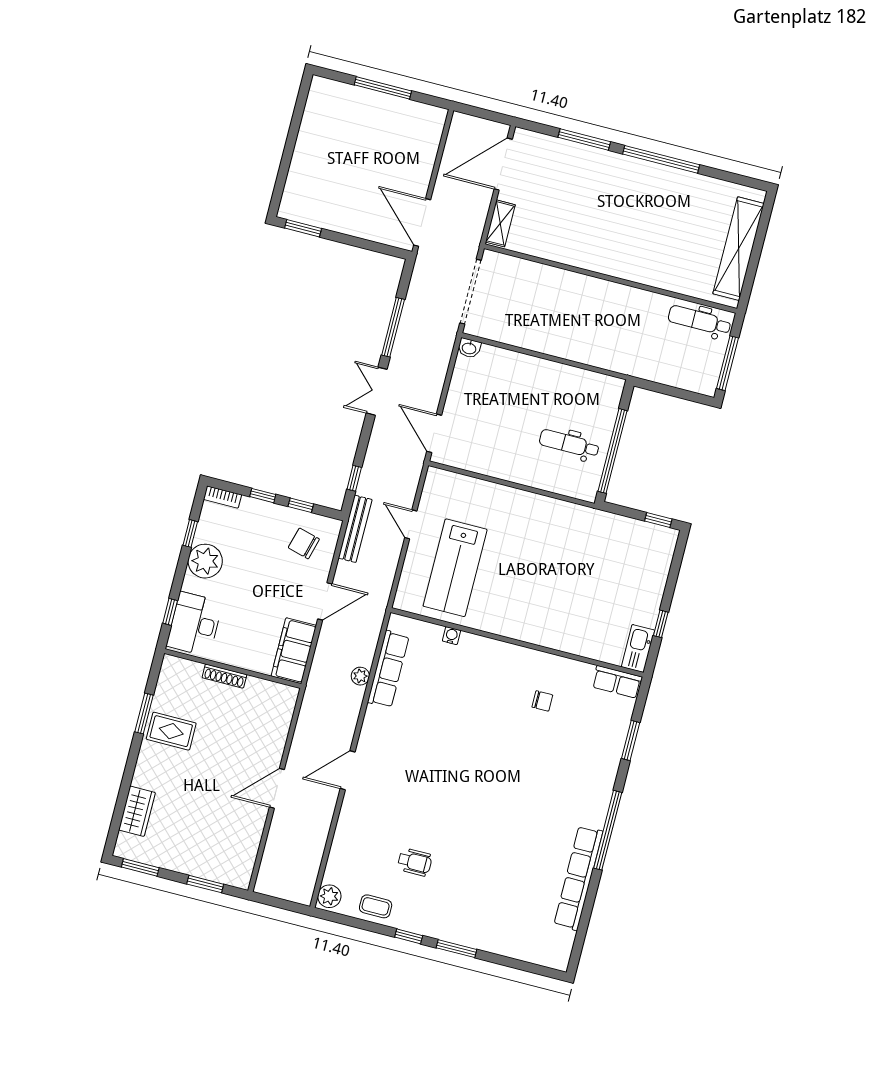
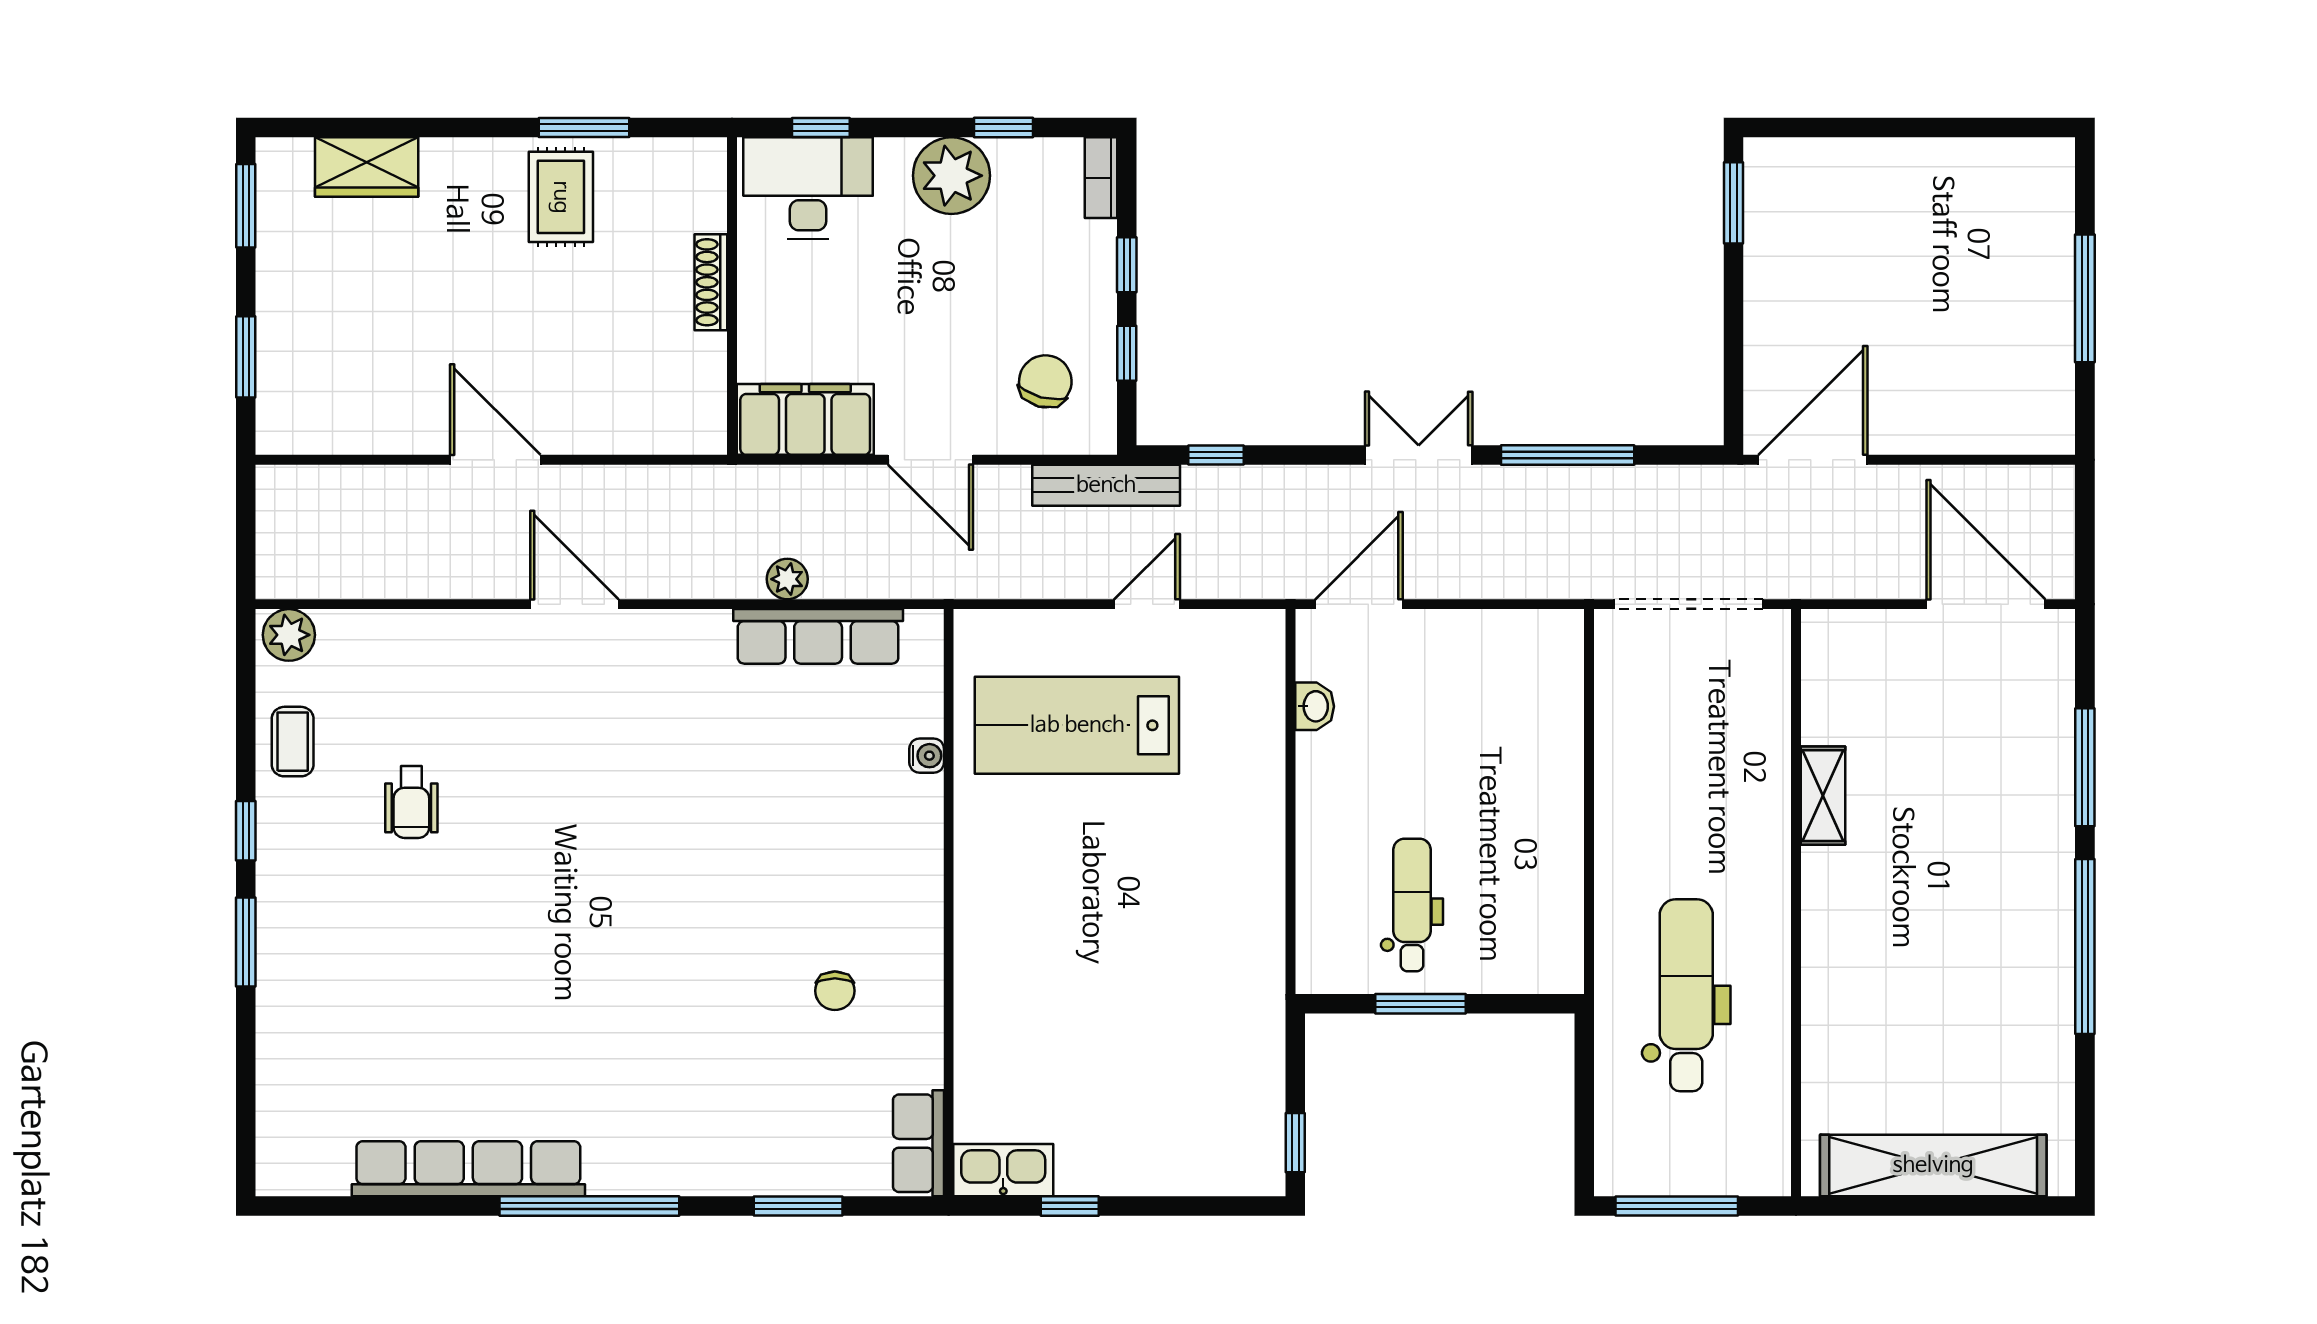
shelving: (500, 223) -> (1823, 796), moved, turned 90
dental chair: (699, 320) -> (1686, 995), moved, width x1.36, depth x1.38
washbasin: (469, 348) -> (1315, 706), moved, turned 180
window: (613, 451) -> (1421, 1004), width x0.47

